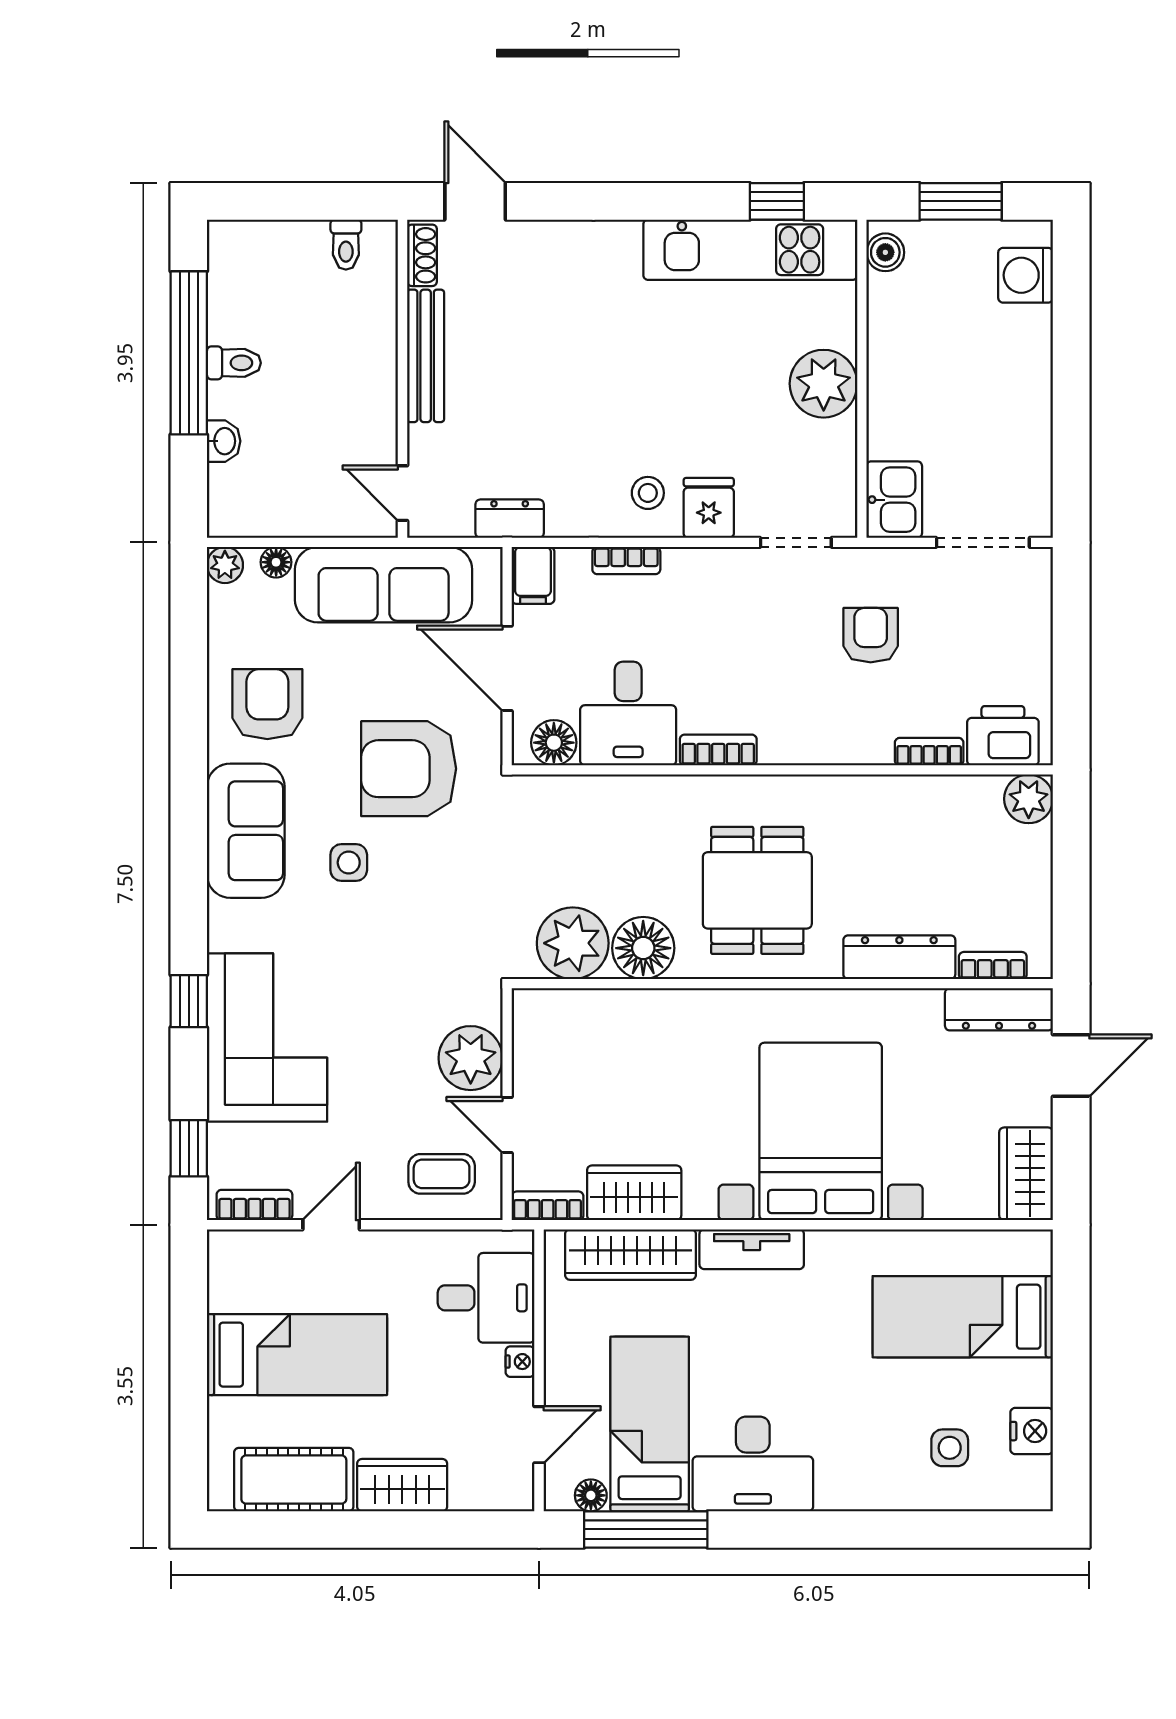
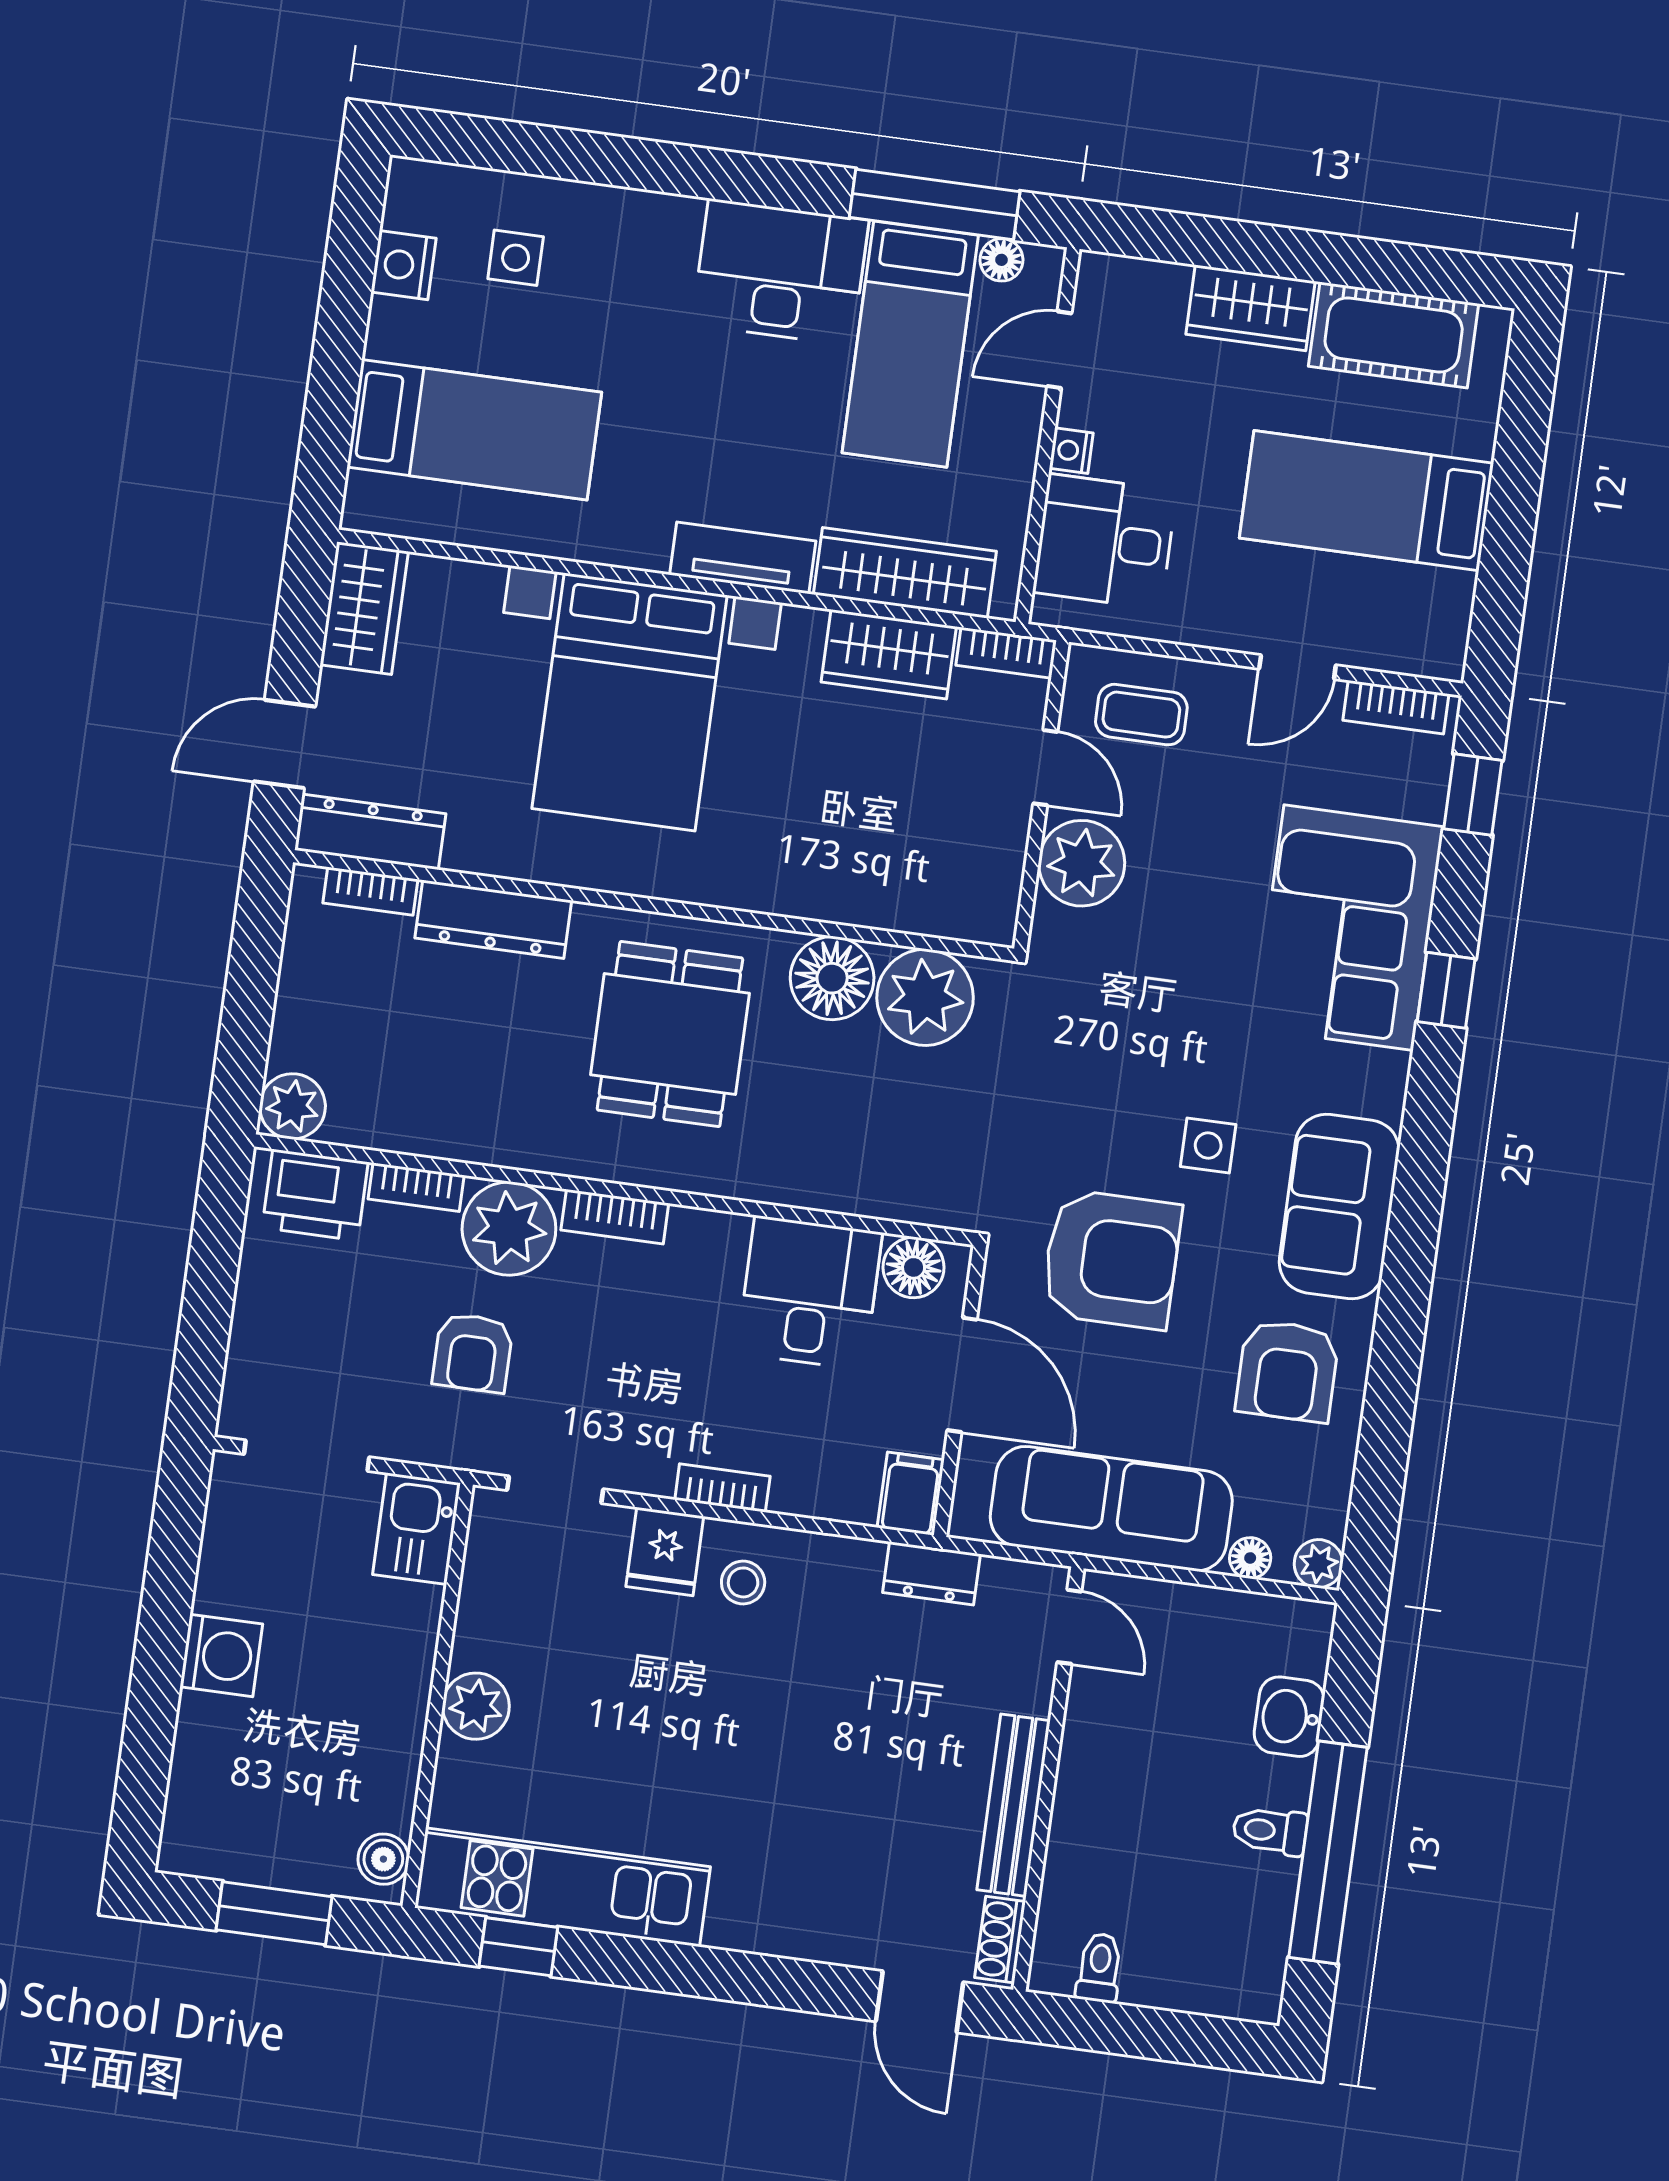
washing machine: (1026, 275) -> (221, 1655), moved
plant: (824, 384) -> (476, 1706), width x0.73, depth x0.73
washbasin: (224, 441) -> (1289, 1717), width x1.38, depth x1.45
bookcase: (626, 561) -> (722, 1488), moved
plant: (856, 730) -> (509, 1229), added
bookcase: (718, 750) -> (615, 1217), moved

